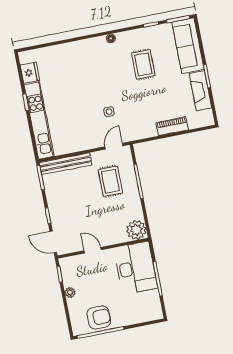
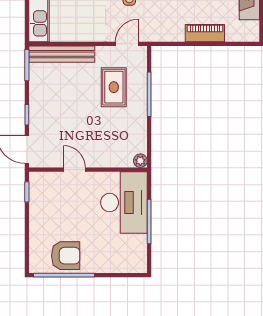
plant: (136, 230) -> (140, 161), width x0.53, depth x0.53
plant: (70, 292) -> (36, 217), removed

